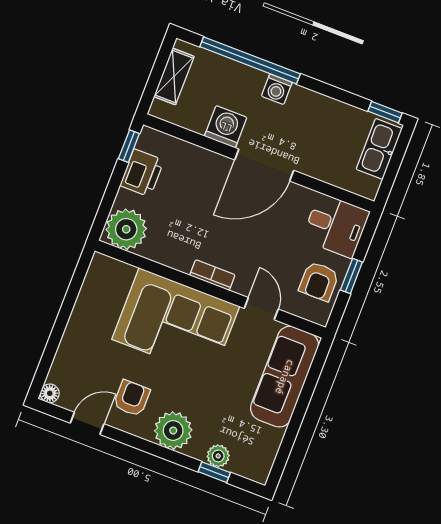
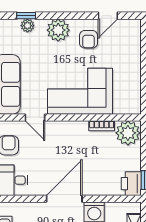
printer: (142, 173) -> (131, 184), moved
bookcase: (212, 275) -> (102, 126), moved
floor lamp: (50, 393) -> (136, 24), removed

